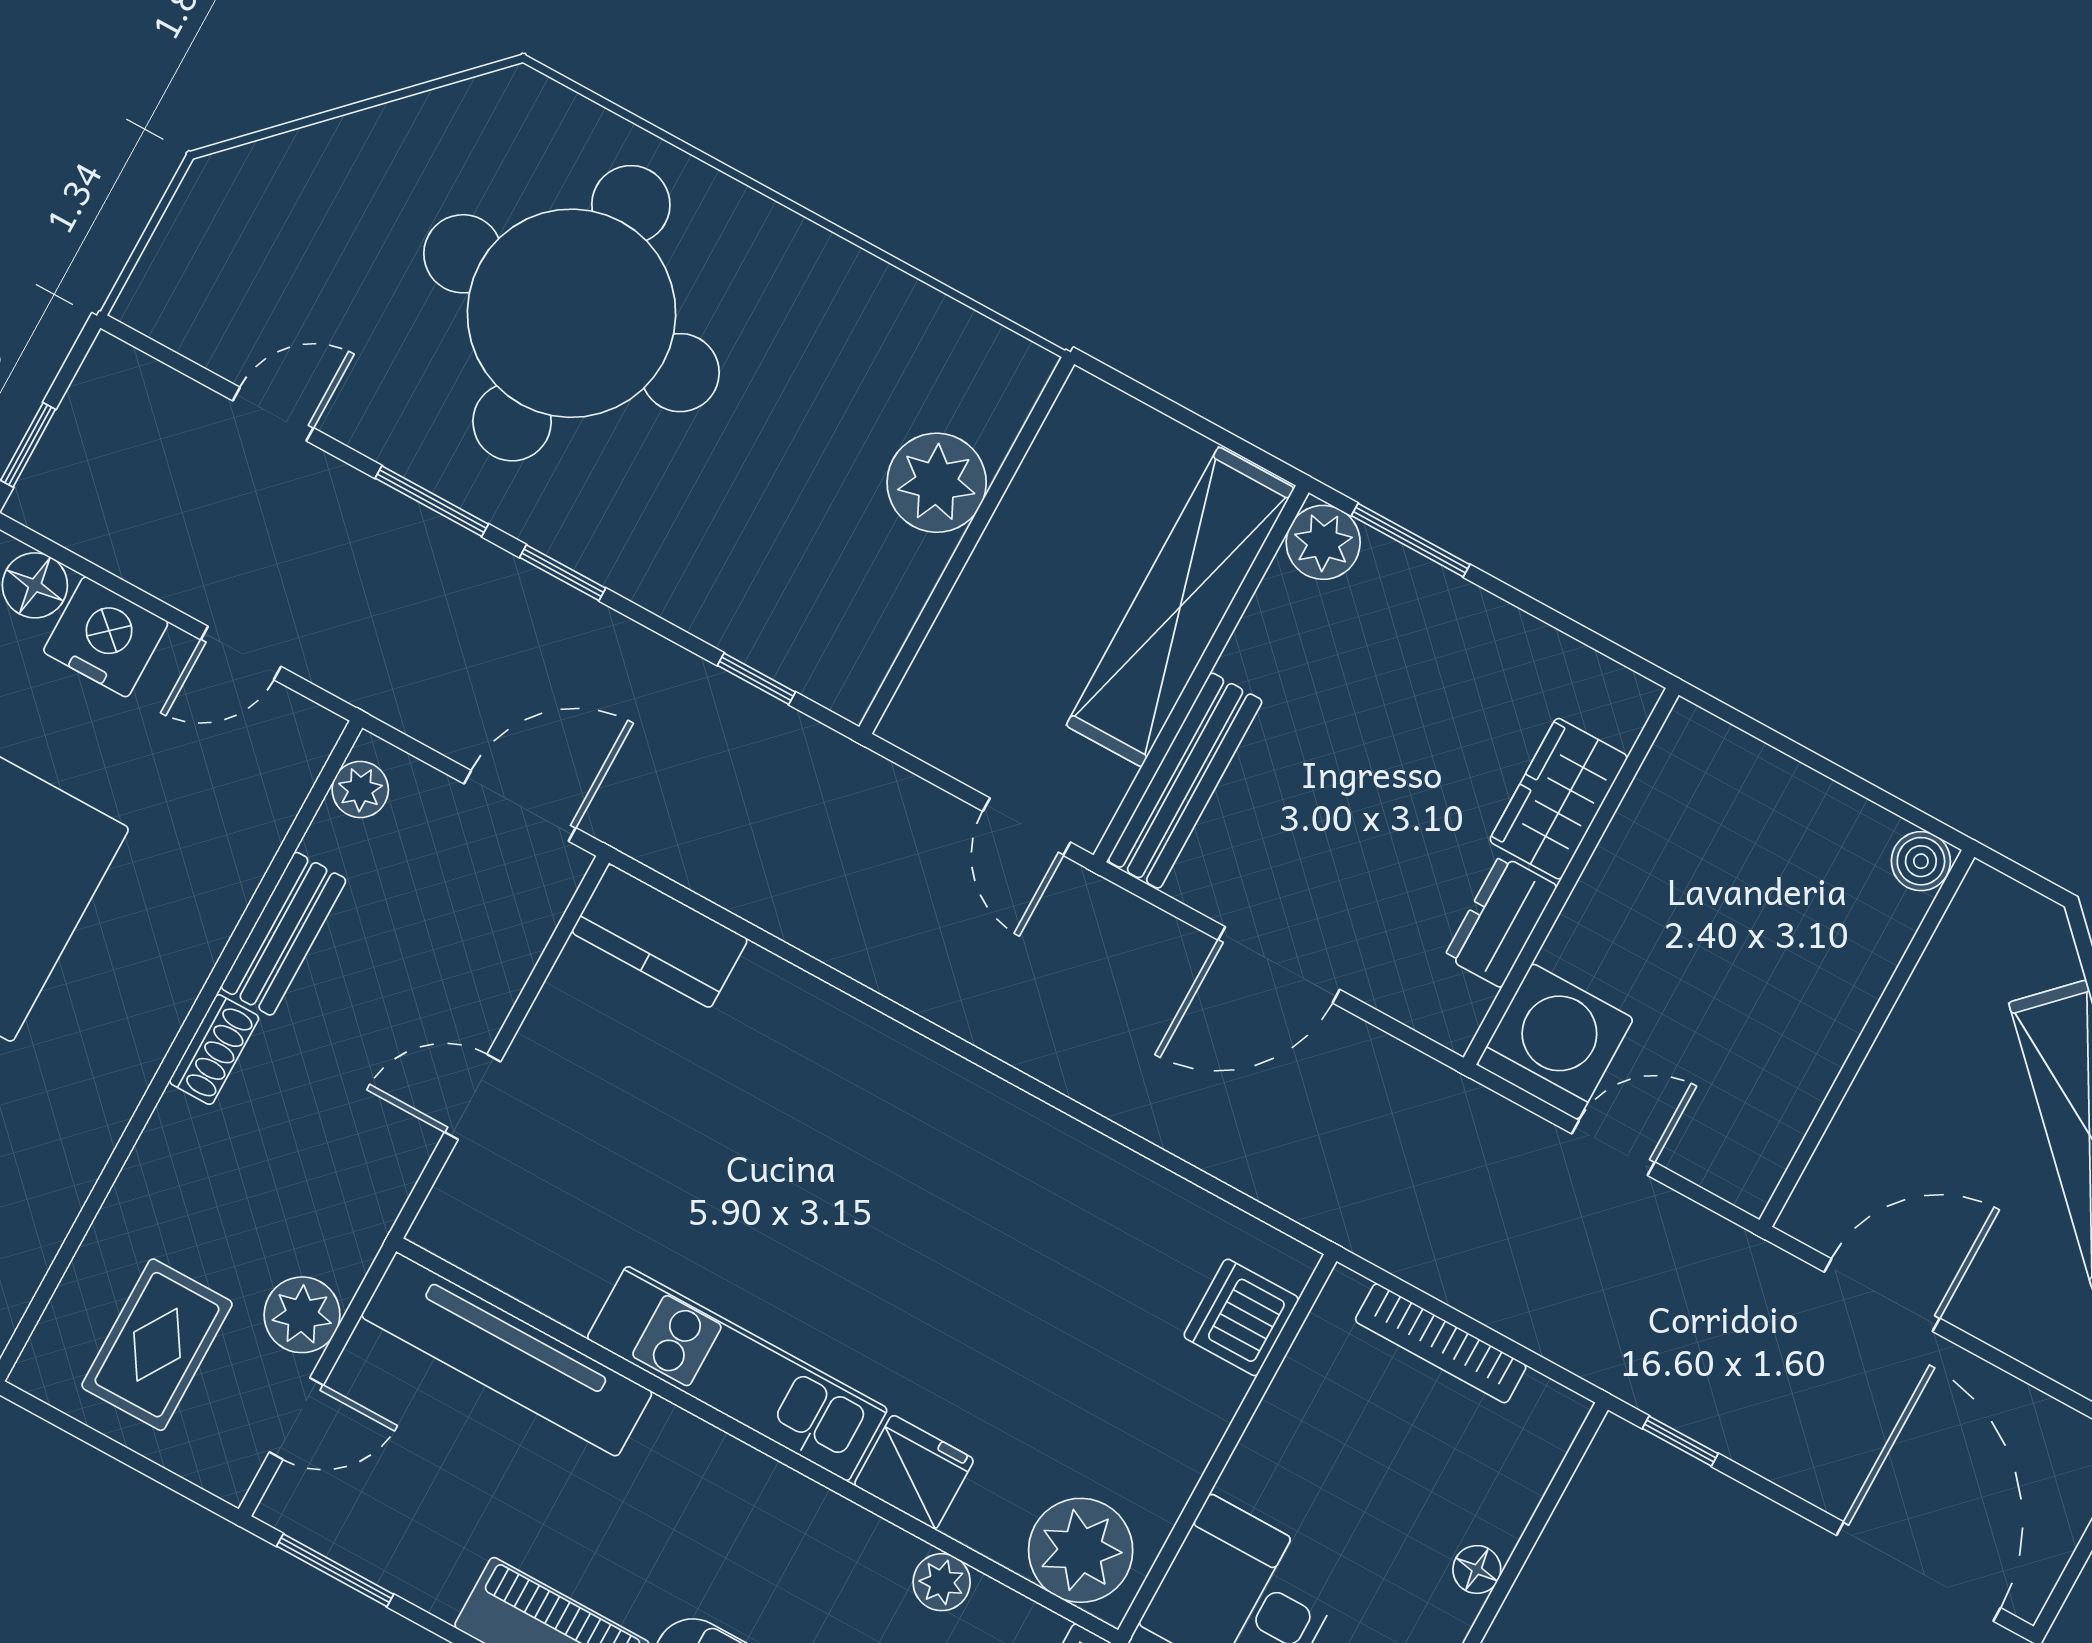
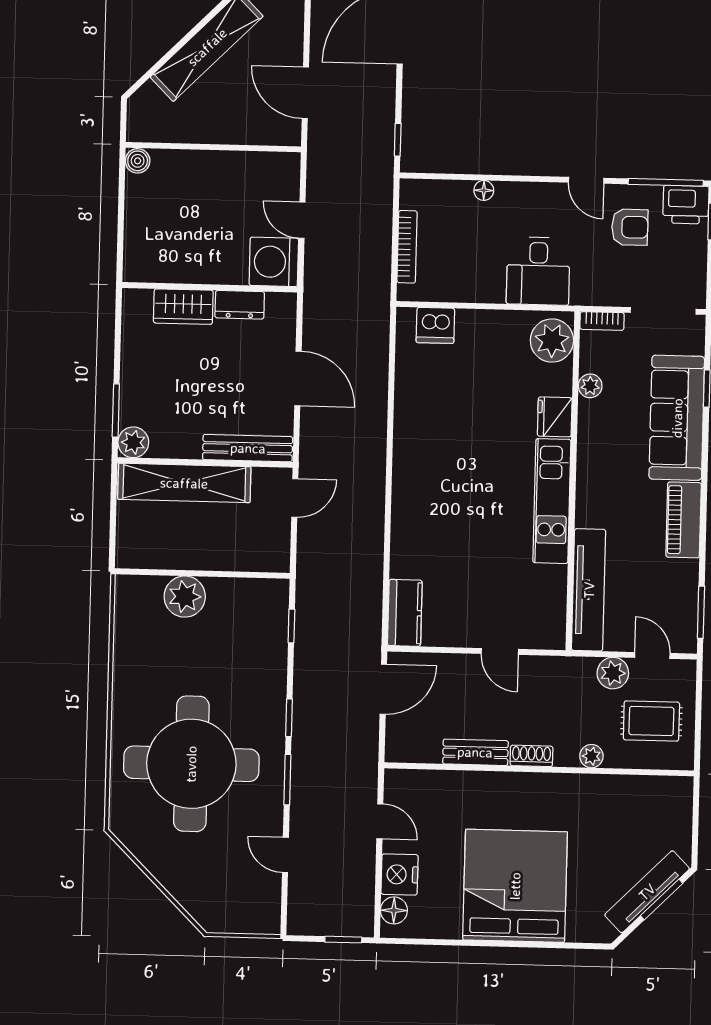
plant: (360, 790) -> (591, 756), moved
door: (520, 806) -> (383, 689), swing flipped

